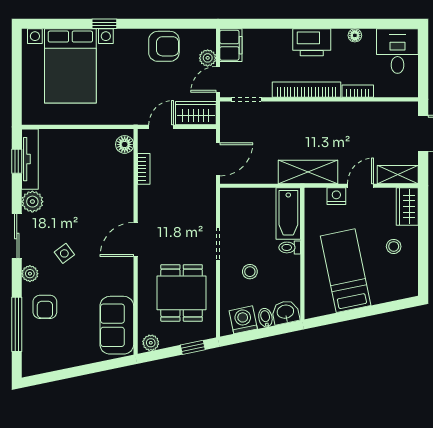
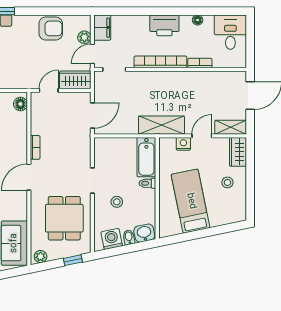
bookcase: (144, 169) -> (35, 147), moved

